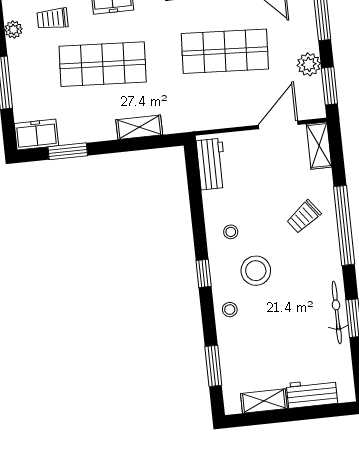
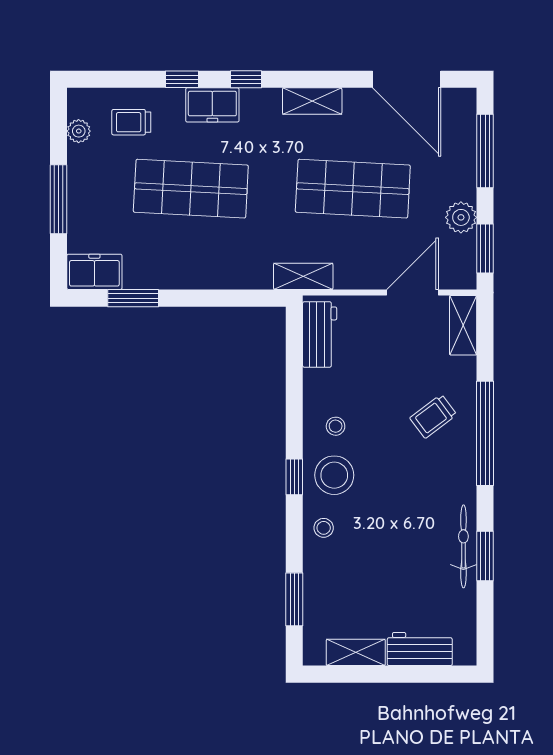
shelving: (139, 127) -> (303, 276), moved
stool: (256, 271) -> (334, 475), moved

